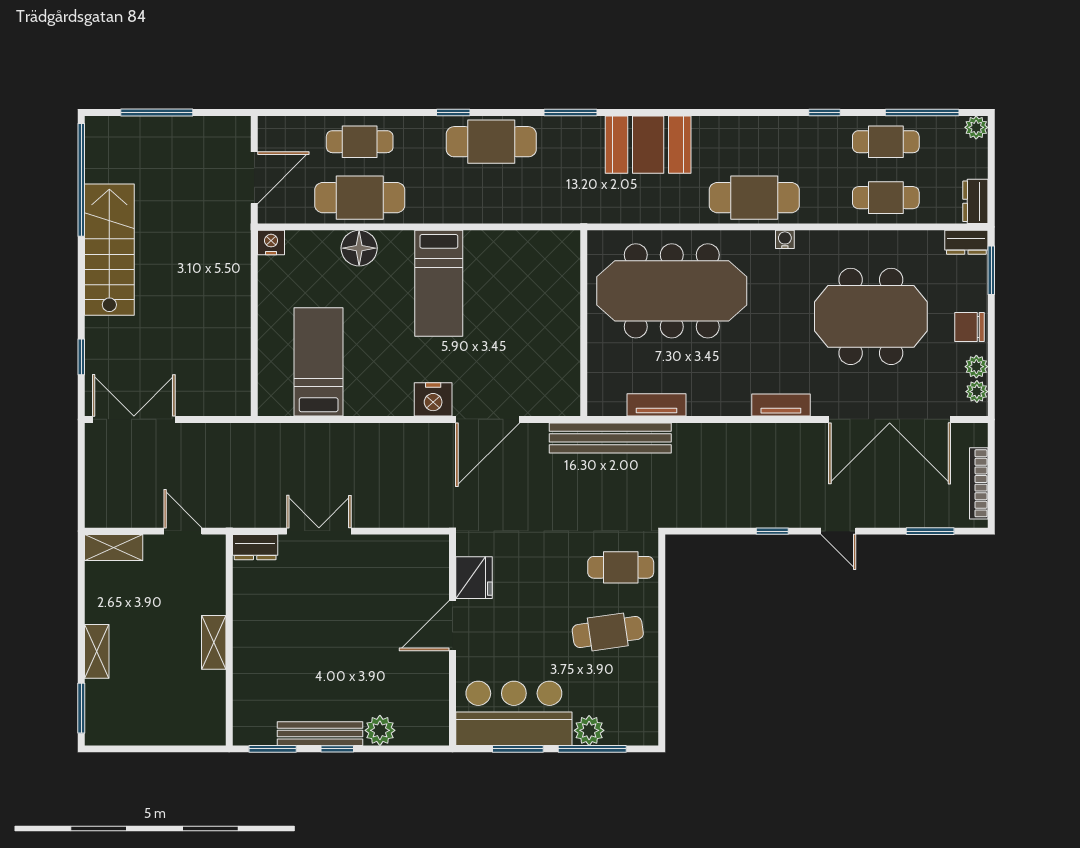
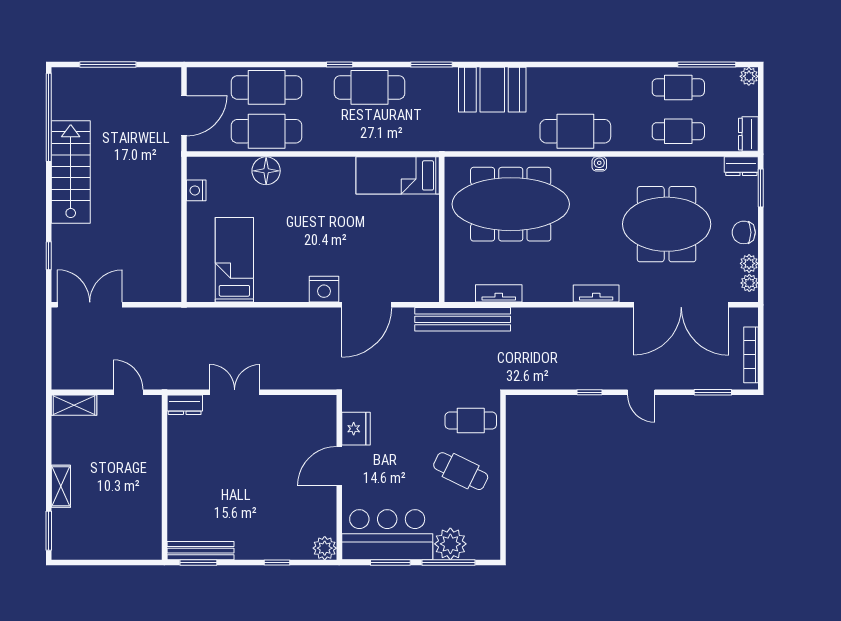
window: (824, 112) -> (630, 65), removed
cafe table: (360, 142) -> (267, 87), width x1.37, depth x1.35
nightstand: (271, 243) -> (196, 190), moved, turned -90
bed: (439, 283) -> (398, 175), moved, turned 90
cafe table: (608, 632) -> (461, 471), turned 34
shelving: (214, 642) -> (152, 479), removed
plant: (380, 730) -> (325, 548), moved
plant: (589, 730) -> (450, 544), width x1.36, depth x1.36
bench: (320, 734) -> (200, 551), moved
window: (337, 749) -> (277, 563), moved

